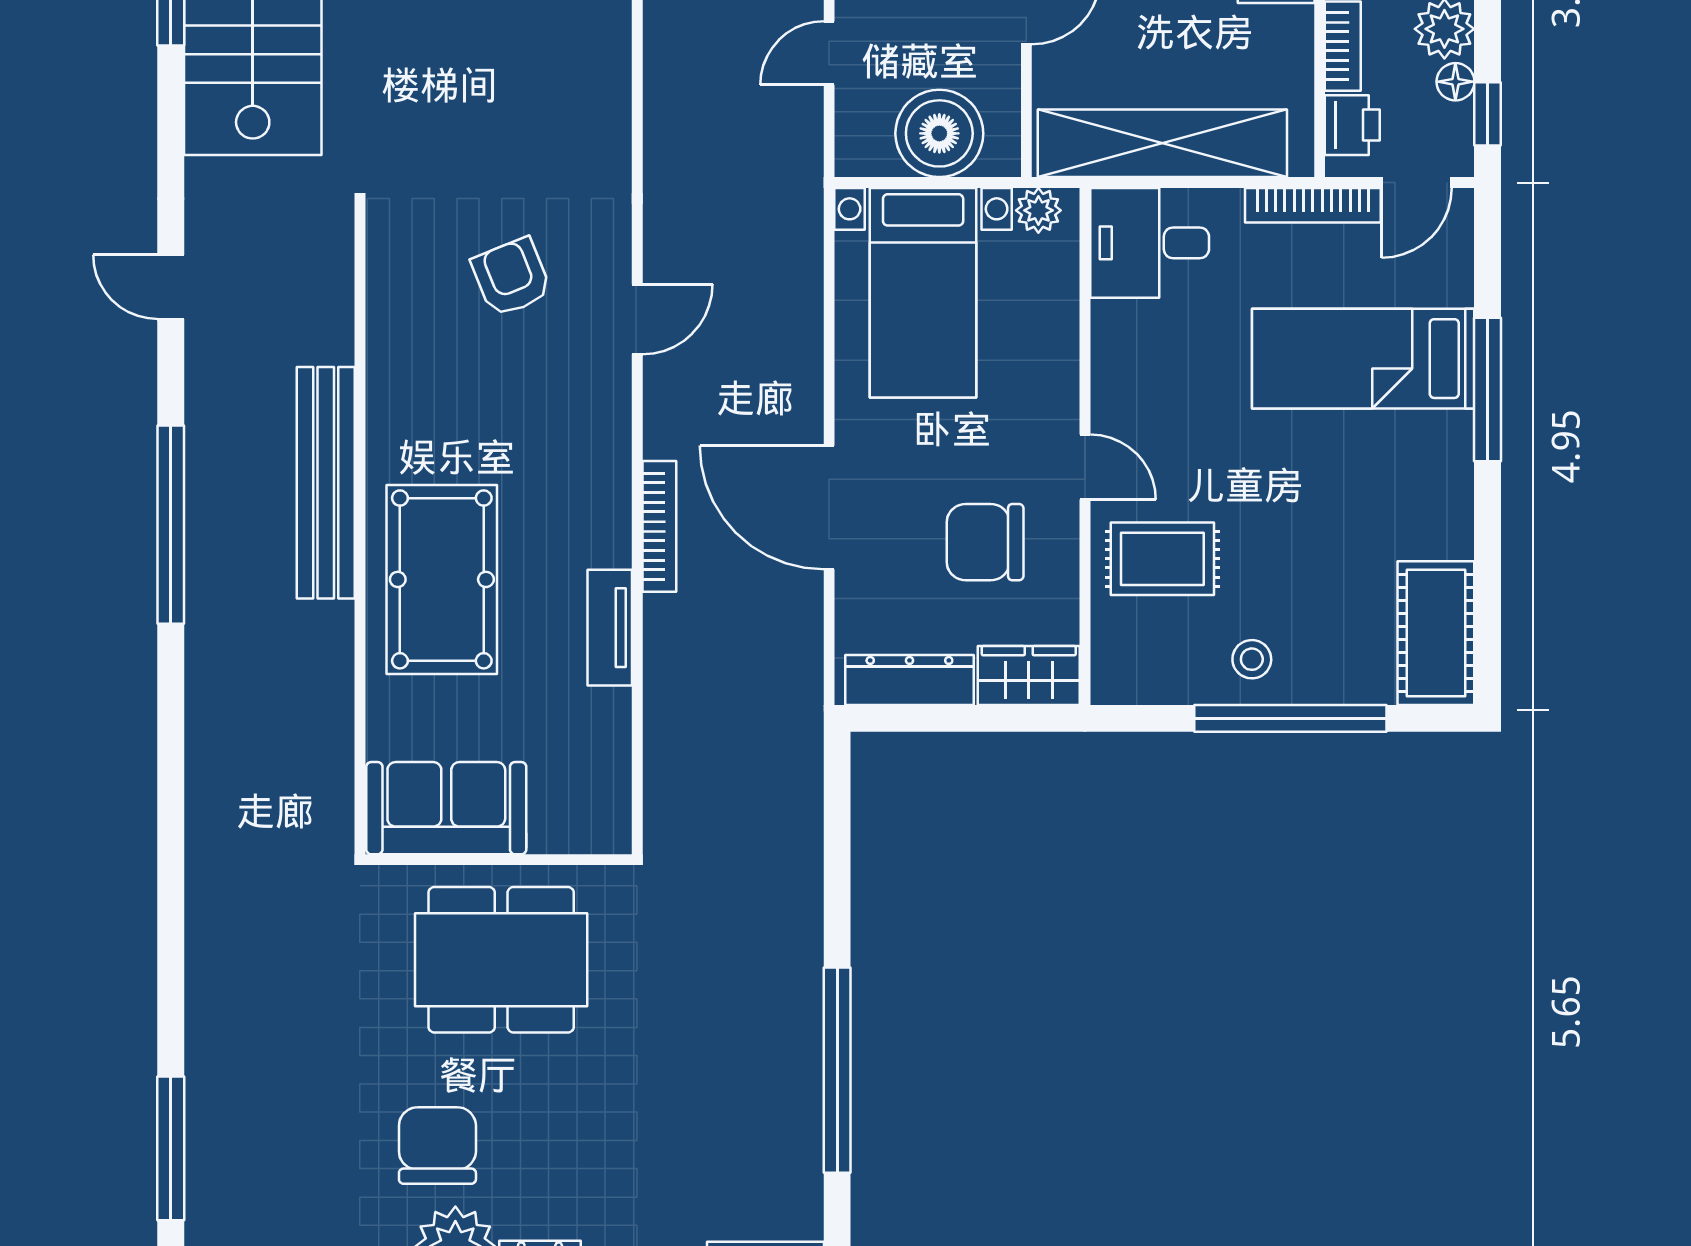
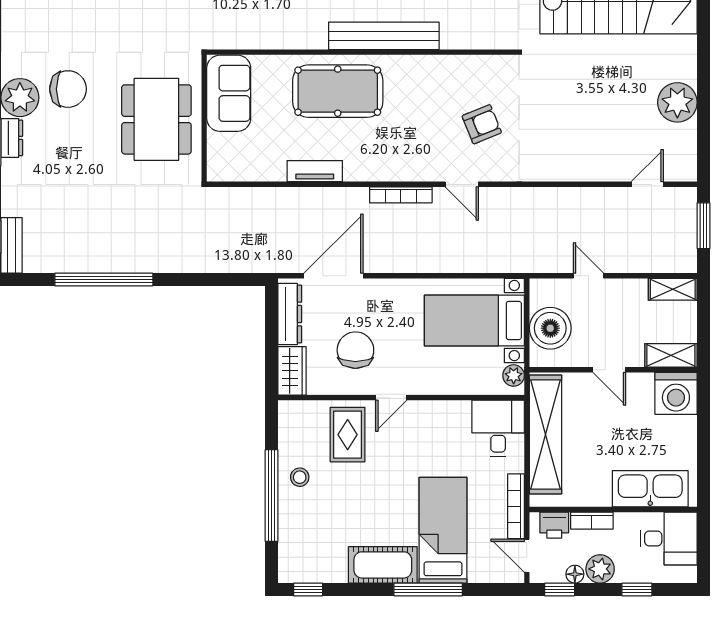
door: (829, 507) -> (333, 276), moved
bookcase: (659, 526) -> (401, 195), moved
cot: (1436, 633) -> (383, 565), moved
window: (1488, 641) -> (308, 590), added

